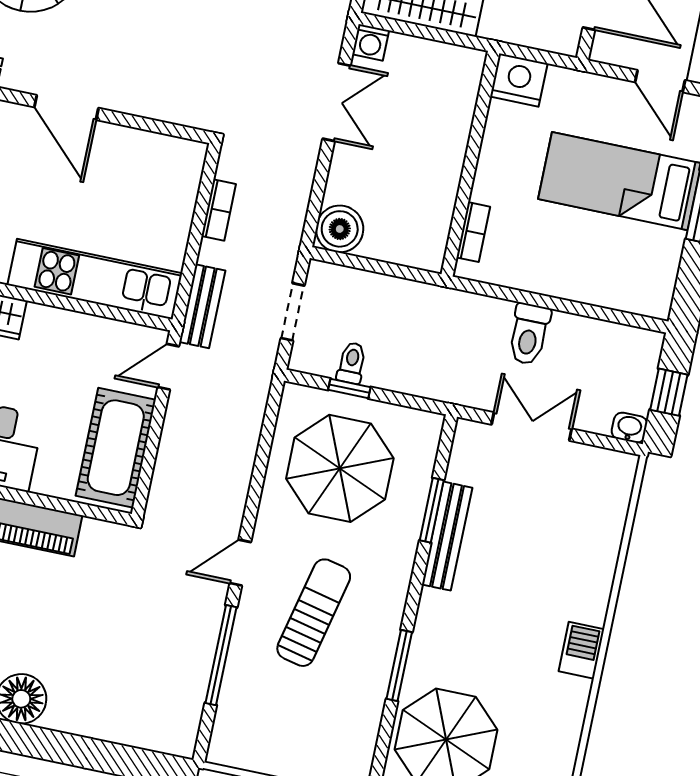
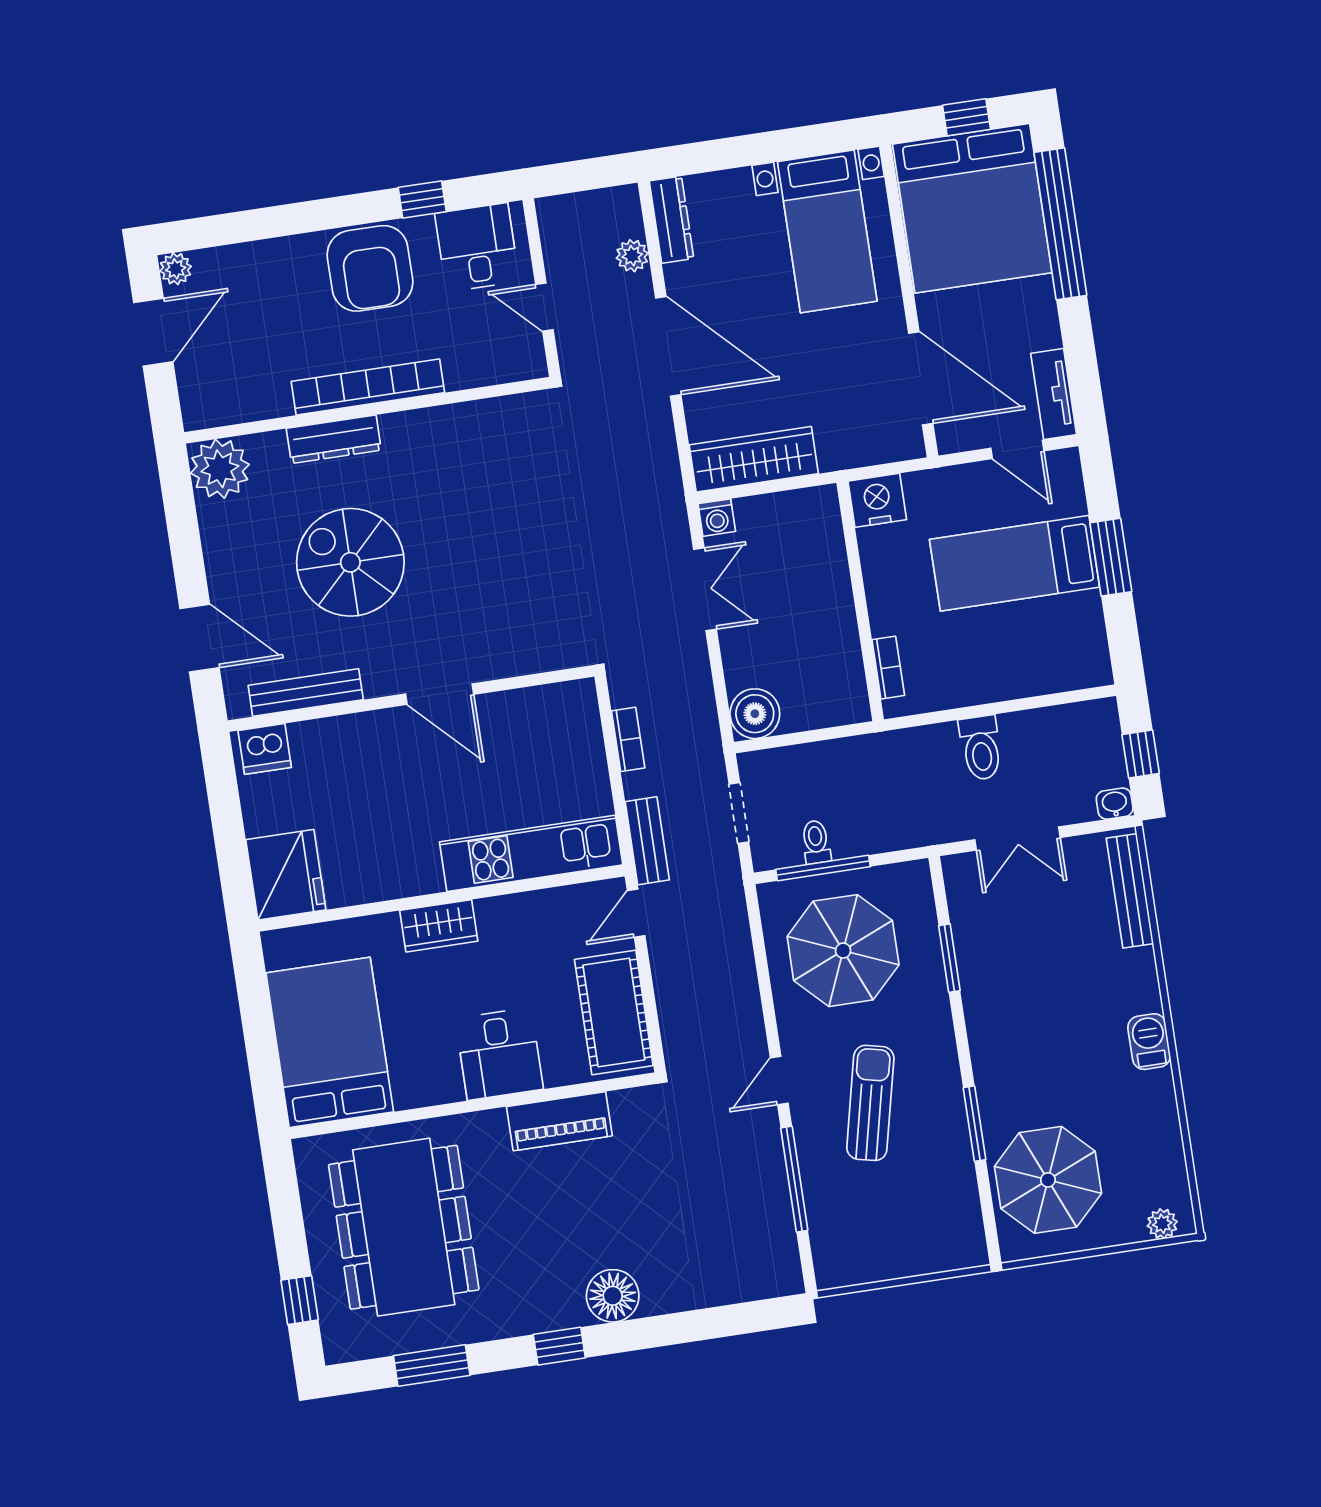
window: (349, 389) -> (823, 868), width x2.17
double door: (532, 427) -> (1017, 839), swing flipped
bench: (447, 536) -> (1130, 891), moved

